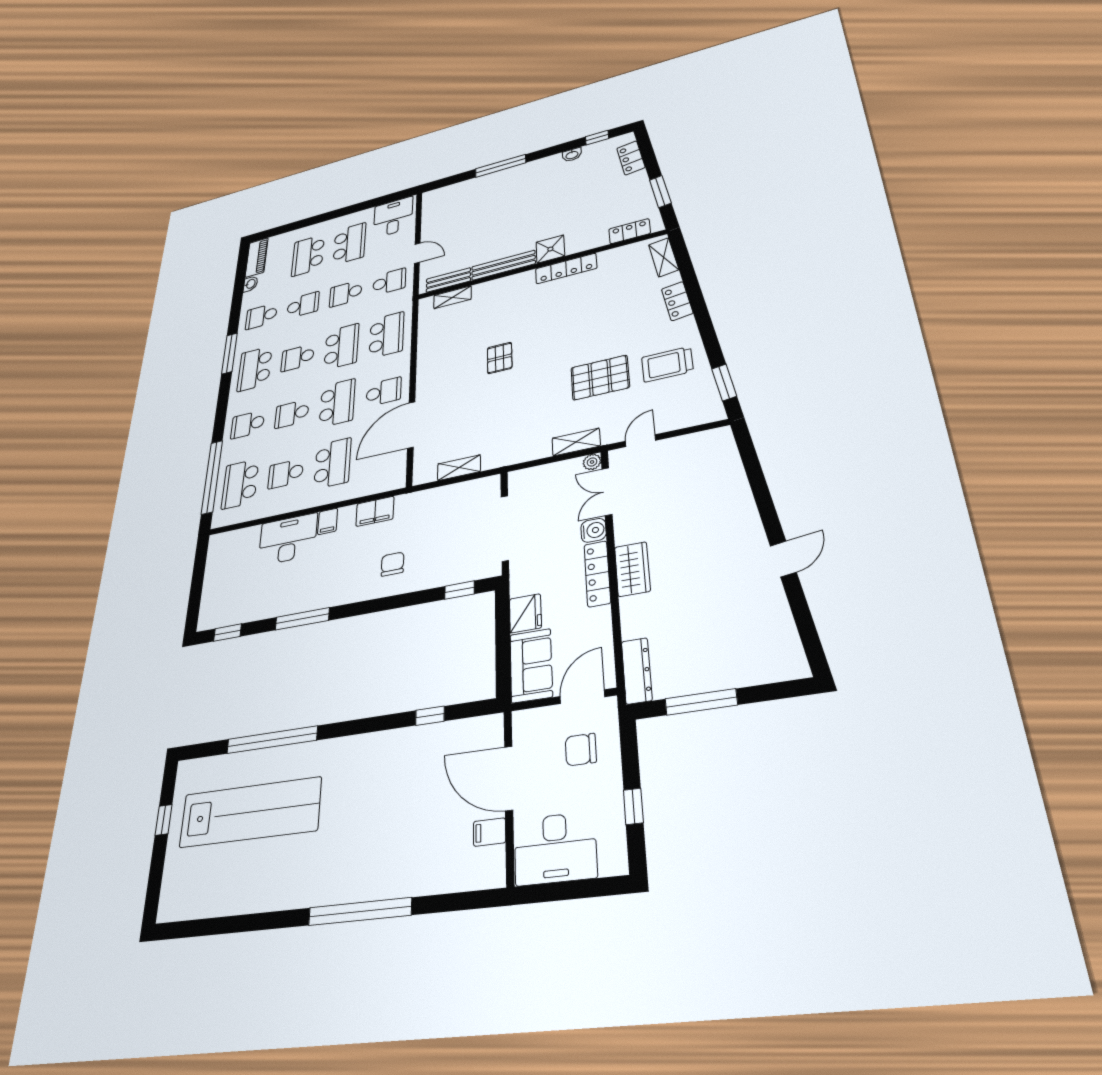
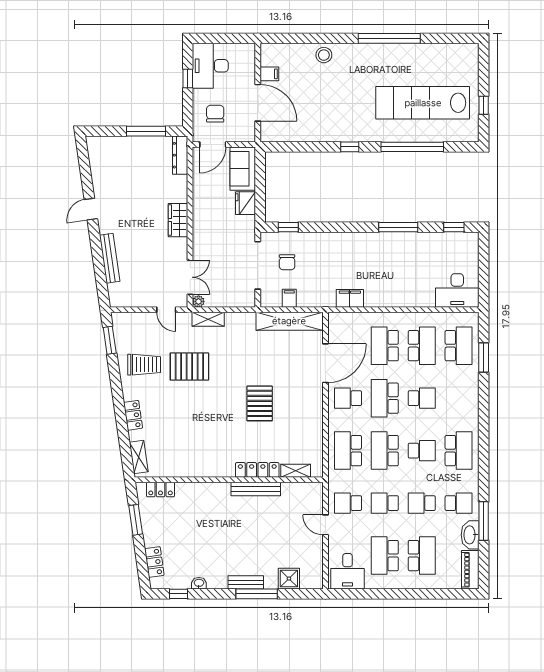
shower: (550, 249) -> (289, 579), moved
locker: (566, 269) -> (257, 470), moved
bench: (448, 280) -> (246, 582), moved
washbasin: (250, 284) -> (470, 535), width x1.91, depth x1.45
school desk: (346, 294) -> (385, 503), turned 180
window: (229, 353) -> (484, 521), moved
pallet: (500, 358) -> (260, 403), width x1.50, depth x1.42
school desk: (248, 424) -> (459, 398), removed
door: (640, 441) -> (166, 310), hinge flipped
shelving: (459, 468) -> (289, 321), width x2.20, depth x1.33
school desk: (286, 474) -> (422, 346), width x1.85
window: (212, 477) -> (484, 358), width x0.47
bench: (740, 492) -> (110, 258), added
filing cabinet: (328, 521) -> (289, 298), moved
water cooler: (593, 530) -> (200, 251), removed
desk: (288, 539) -> (457, 290), moved
chair: (393, 564) -> (287, 262), moved
locker: (597, 574) -> (200, 221), removed
window: (430, 716) -> (350, 147), moved
chair: (581, 750) -> (215, 114), turned -90
desk: (555, 848) -> (210, 66), moved, turned -90
stool: (398, 877) -> (324, 55), added
window: (360, 911) -> (389, 38), moved

